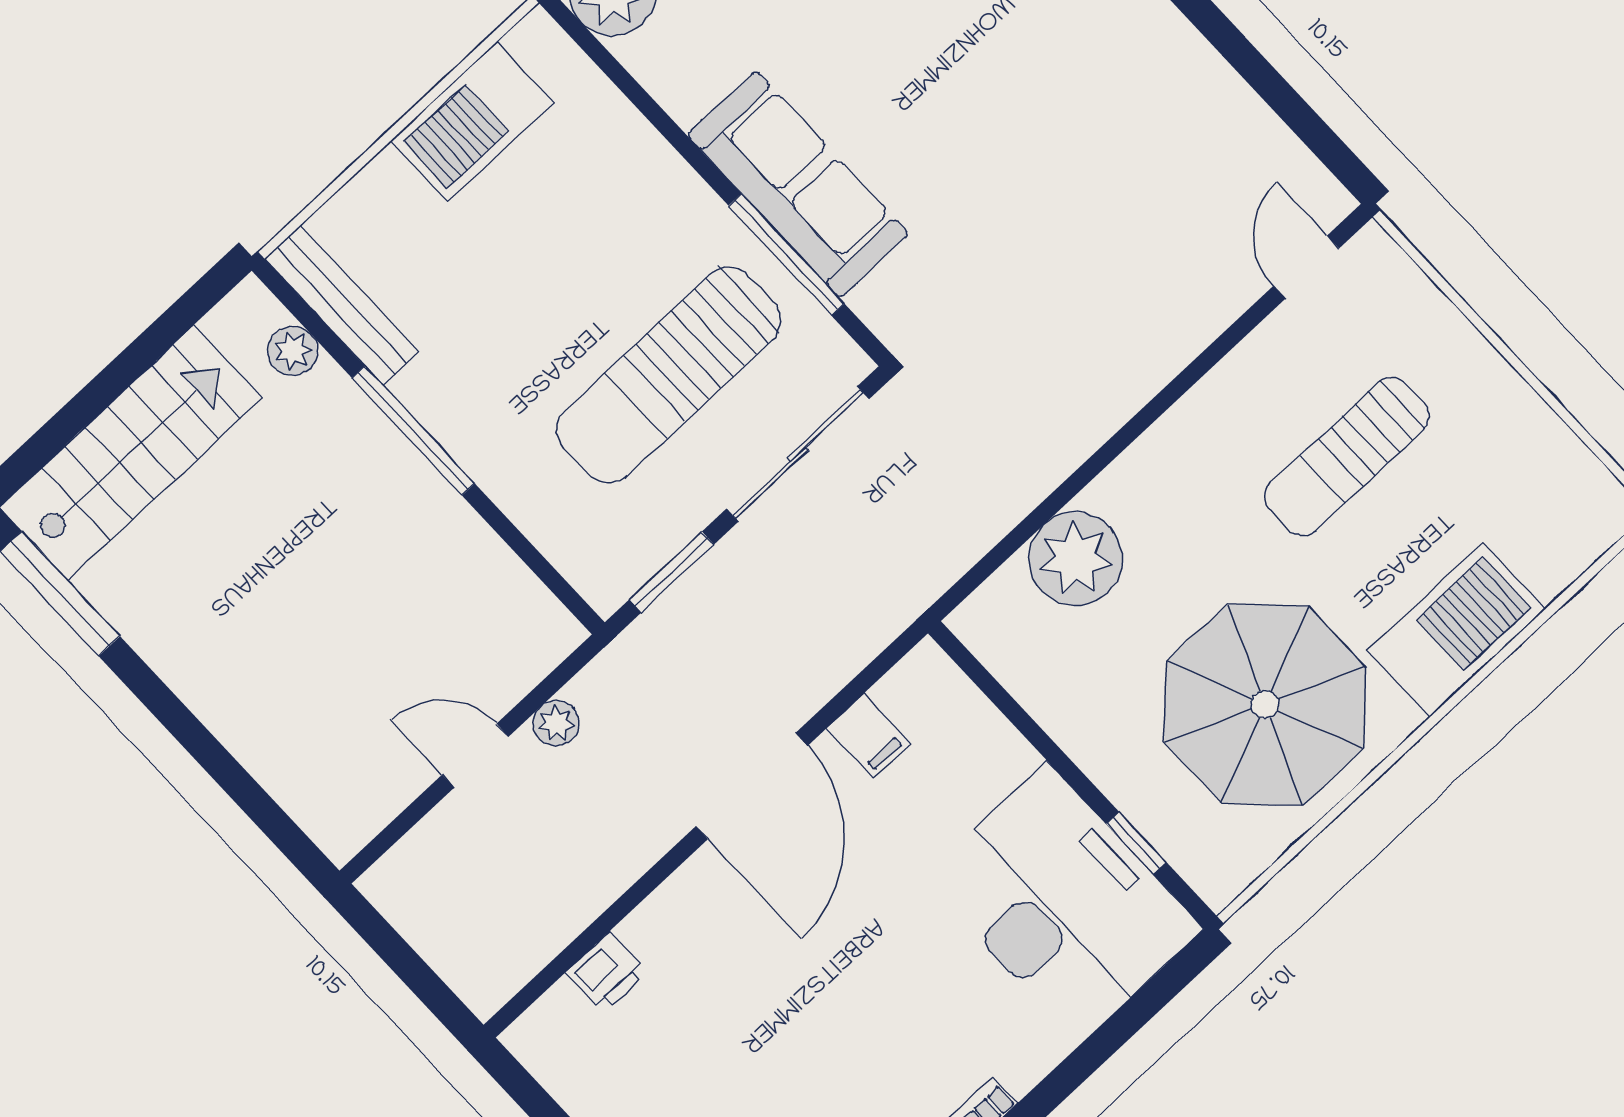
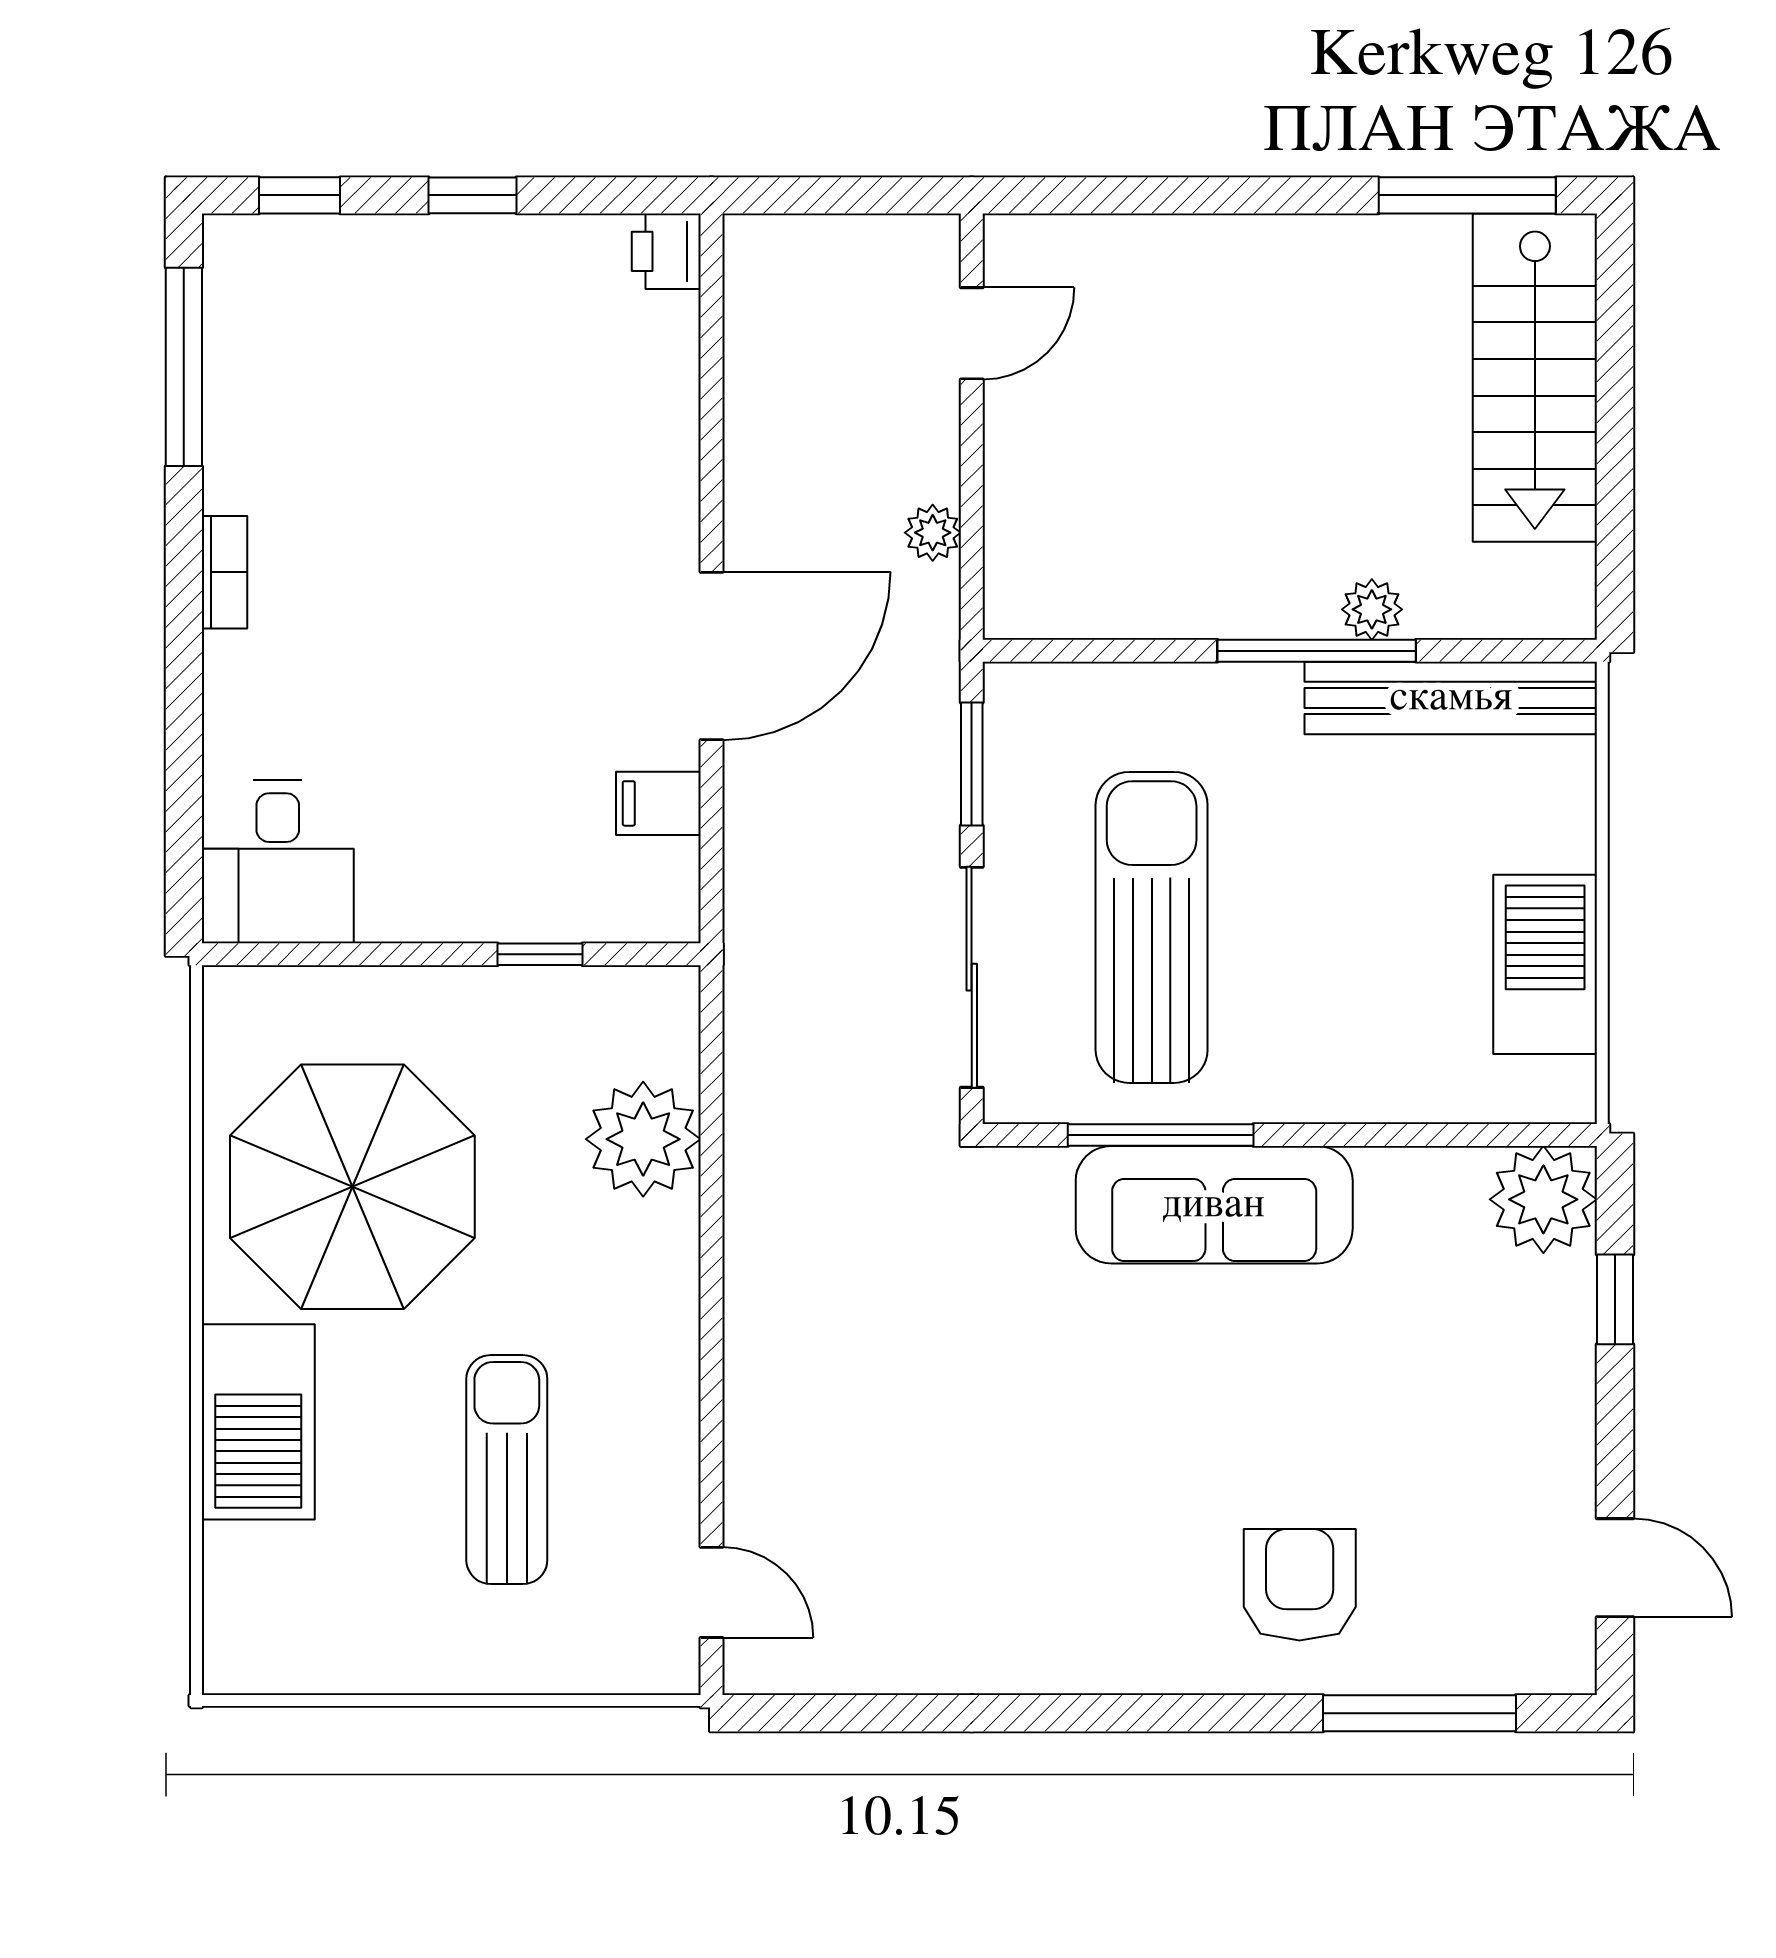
bench: (341, 305) -> (1451, 698), width x1.37, depth x1.21
plant: (293, 351) -> (1372, 609), moved
door: (475, 756) -> (972, 333), moved
door: (752, 786) -> (711, 656), swing flipped
window: (1136, 843) -> (540, 954), moved
desk: (1063, 903) -> (278, 862), width x0.53, depth x0.77
printer: (606, 972) -> (666, 251), moved

